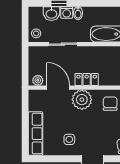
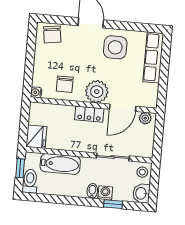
washbasin: (51, 14) -> (141, 193), moved, turned -90
door: (58, 88) -> (123, 108), hinge flipped
side table: (69, 139) -> (115, 47), width x1.87, depth x1.87

